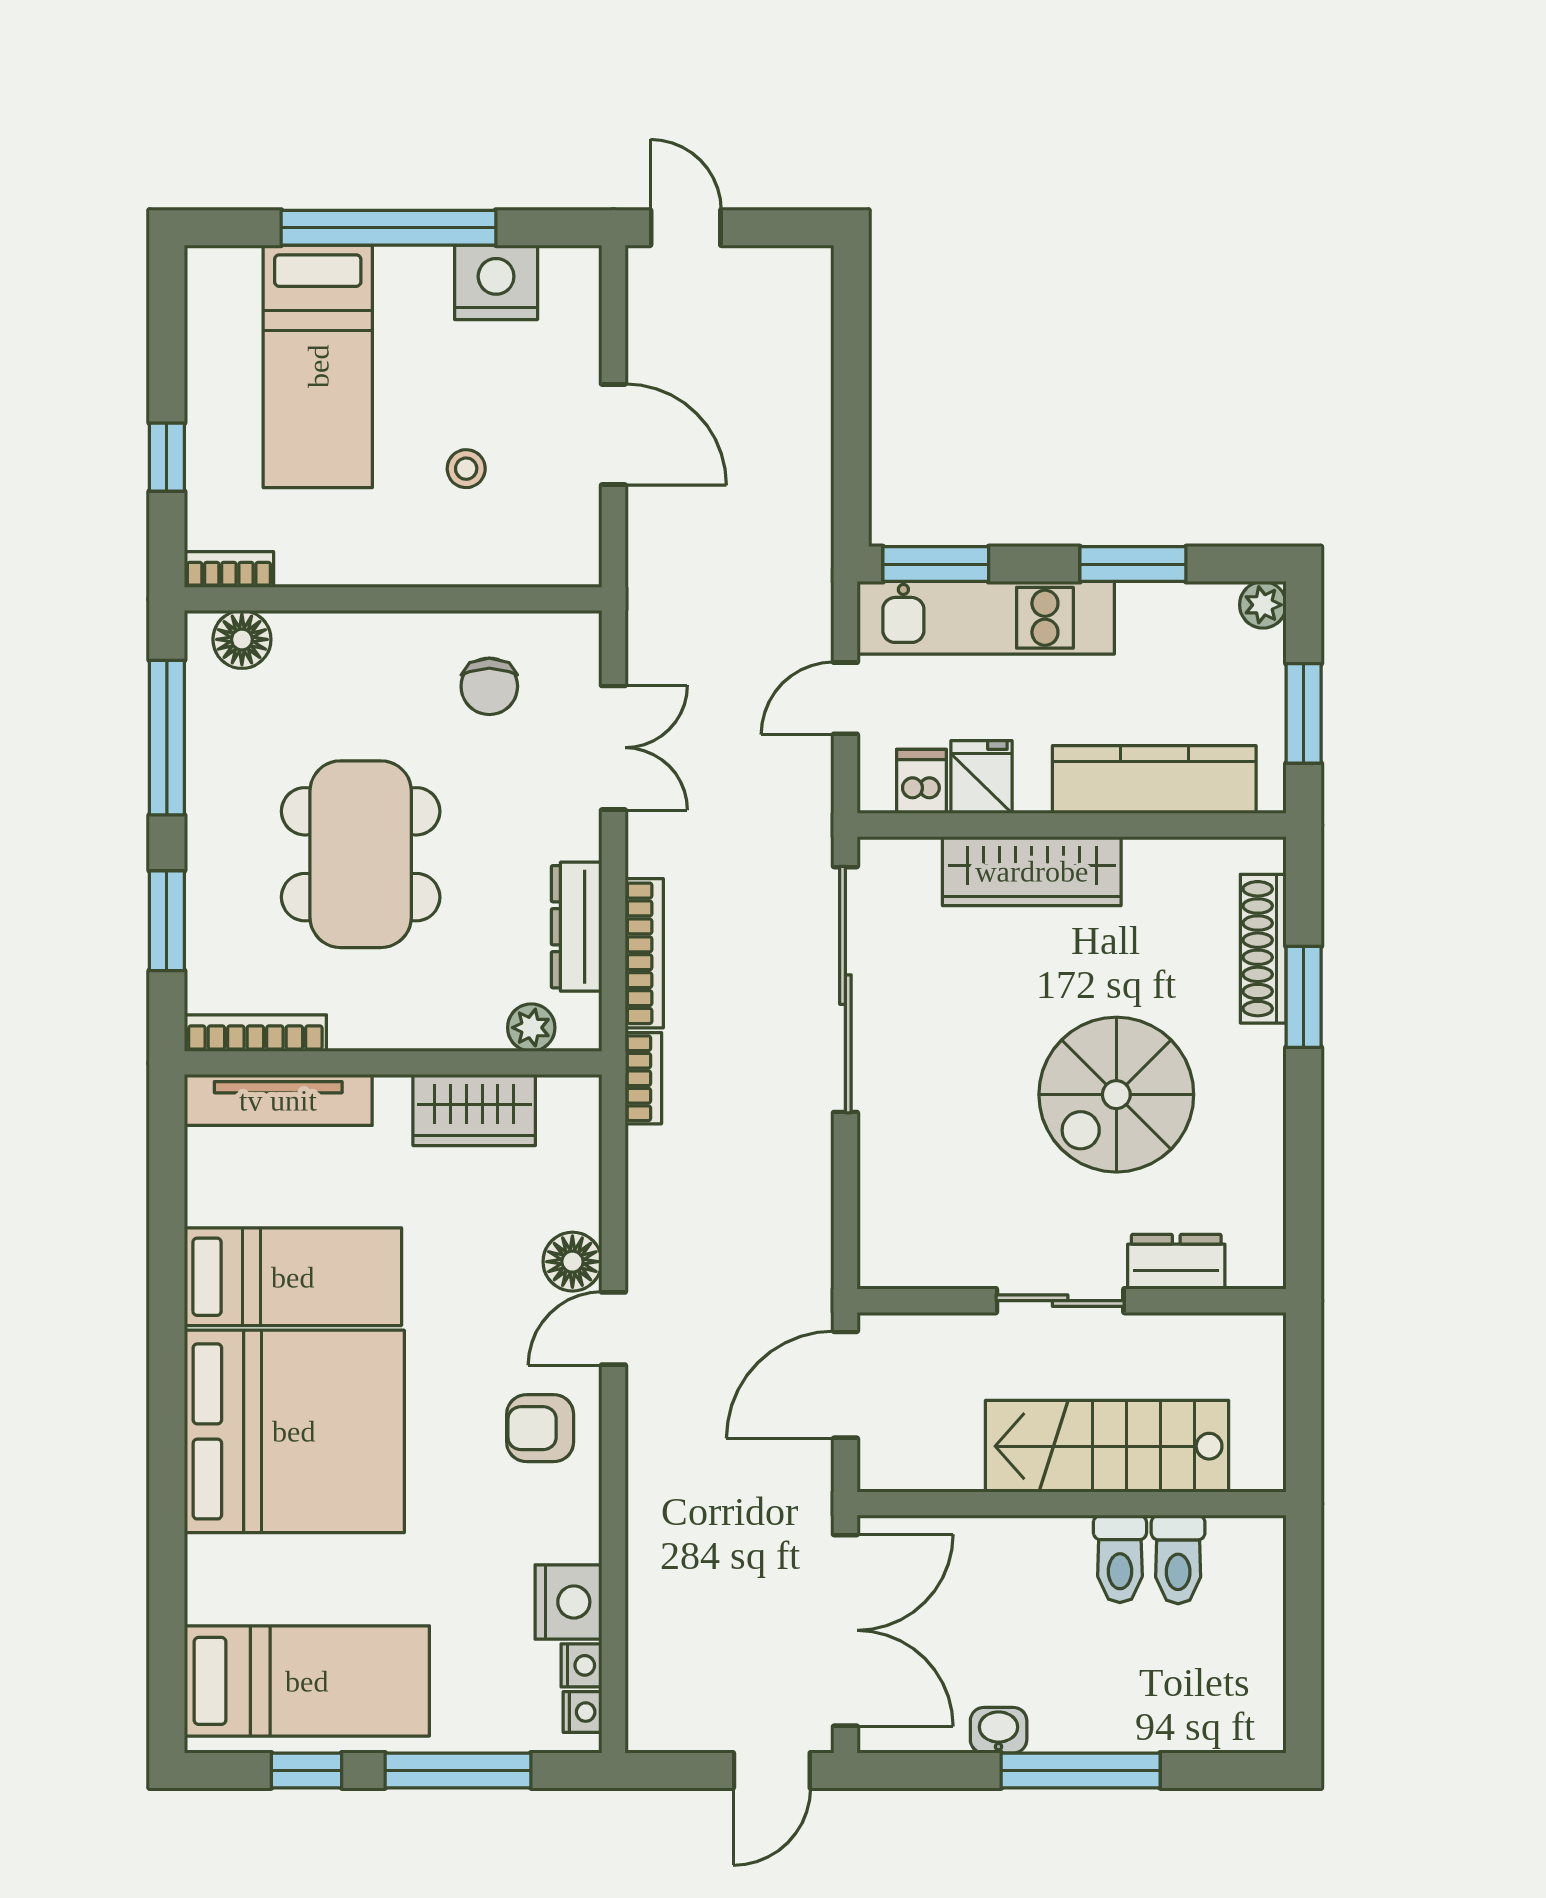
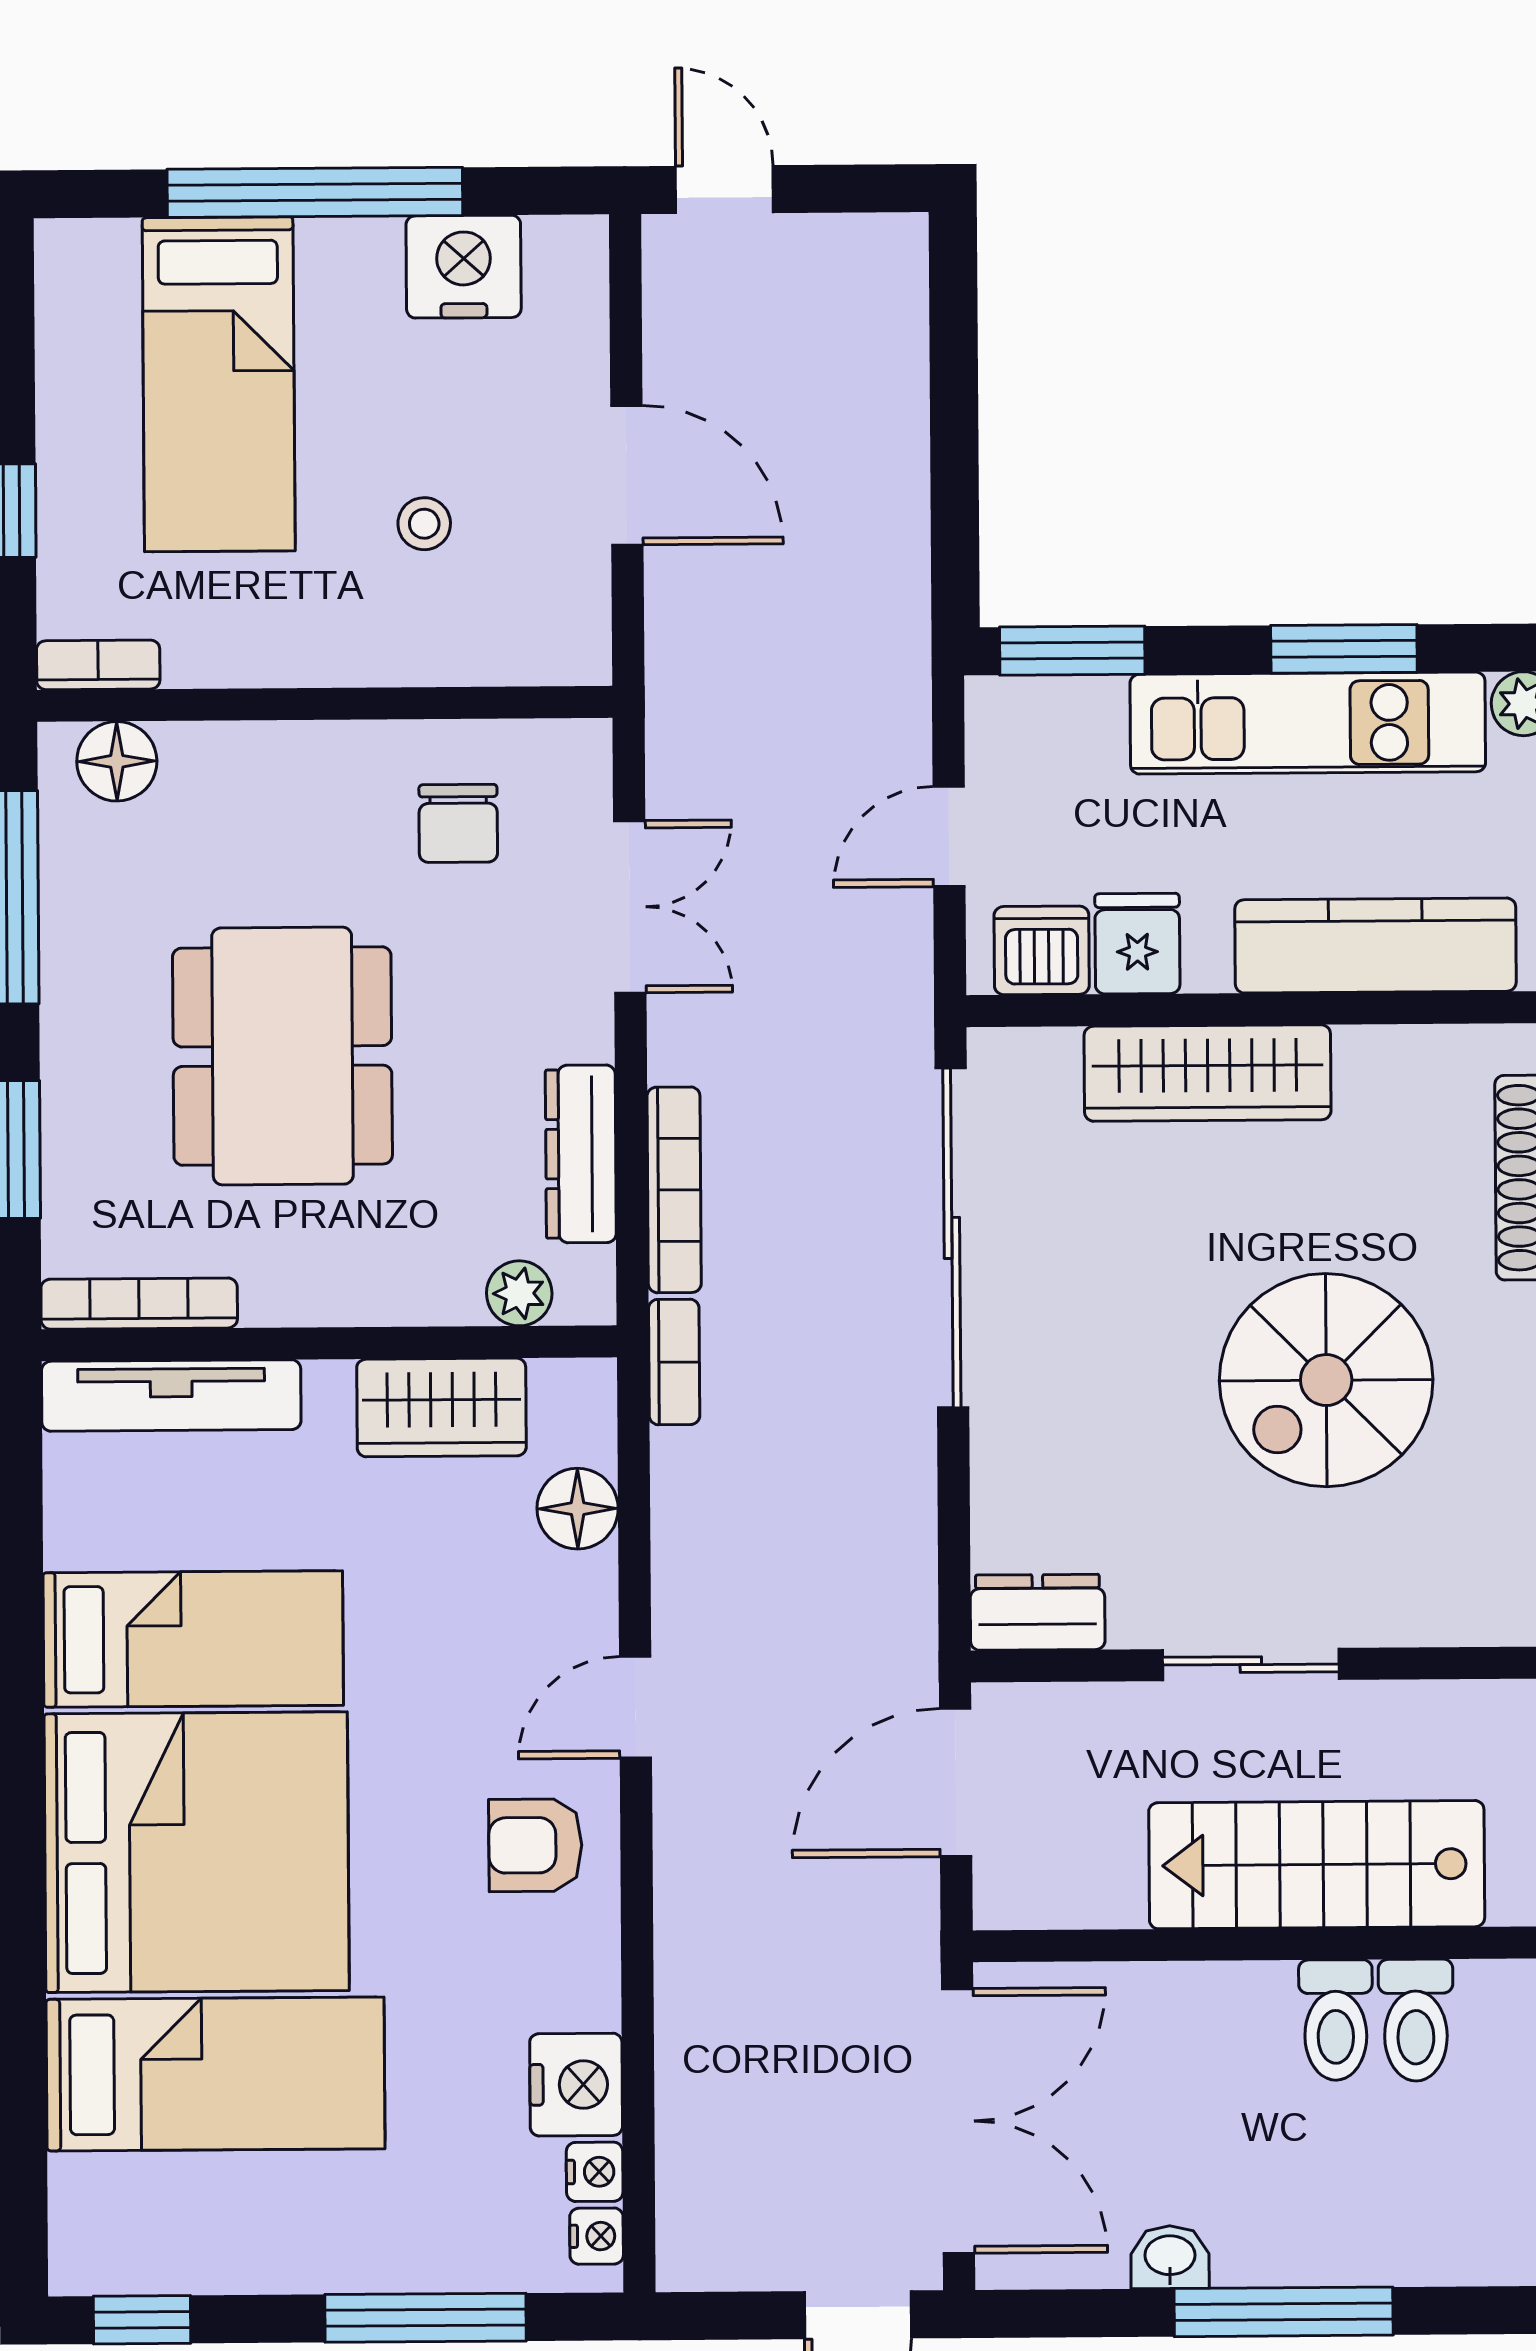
kitchen unit: (986, 618) -> (1308, 723), moved
dishwasher: (921, 781) -> (1042, 950), width x1.38
floor lamp: (572, 1262) -> (578, 1509), moved
dresser: (1176, 1262) -> (1038, 1612), moved
bed: (307, 1681) -> (215, 2074), moved
window: (307, 1770) -> (142, 2320), moved

